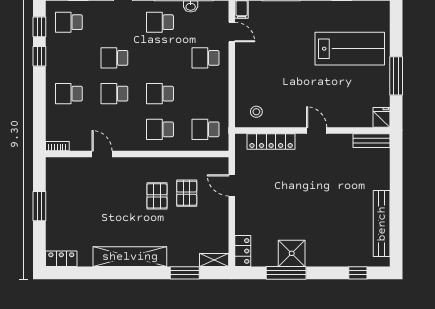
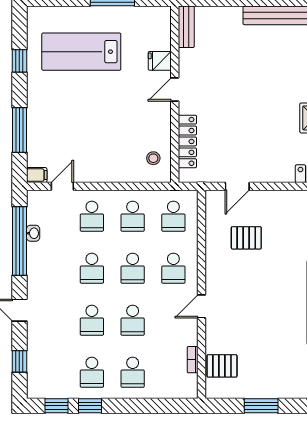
school desk: (69, 22) -> (92, 372), moved
school desk: (160, 22) -> (92, 268), moved
lab bench: (350, 49) -> (81, 52), turned -90
school desk: (206, 94) -> (133, 216), added
fridge: (381, 117) -> (160, 61), moved
bookcase: (57, 146) -> (193, 360), moved
door: (102, 154) -> (201, 306), moved
pallet: (157, 196) -> (222, 366), moved

